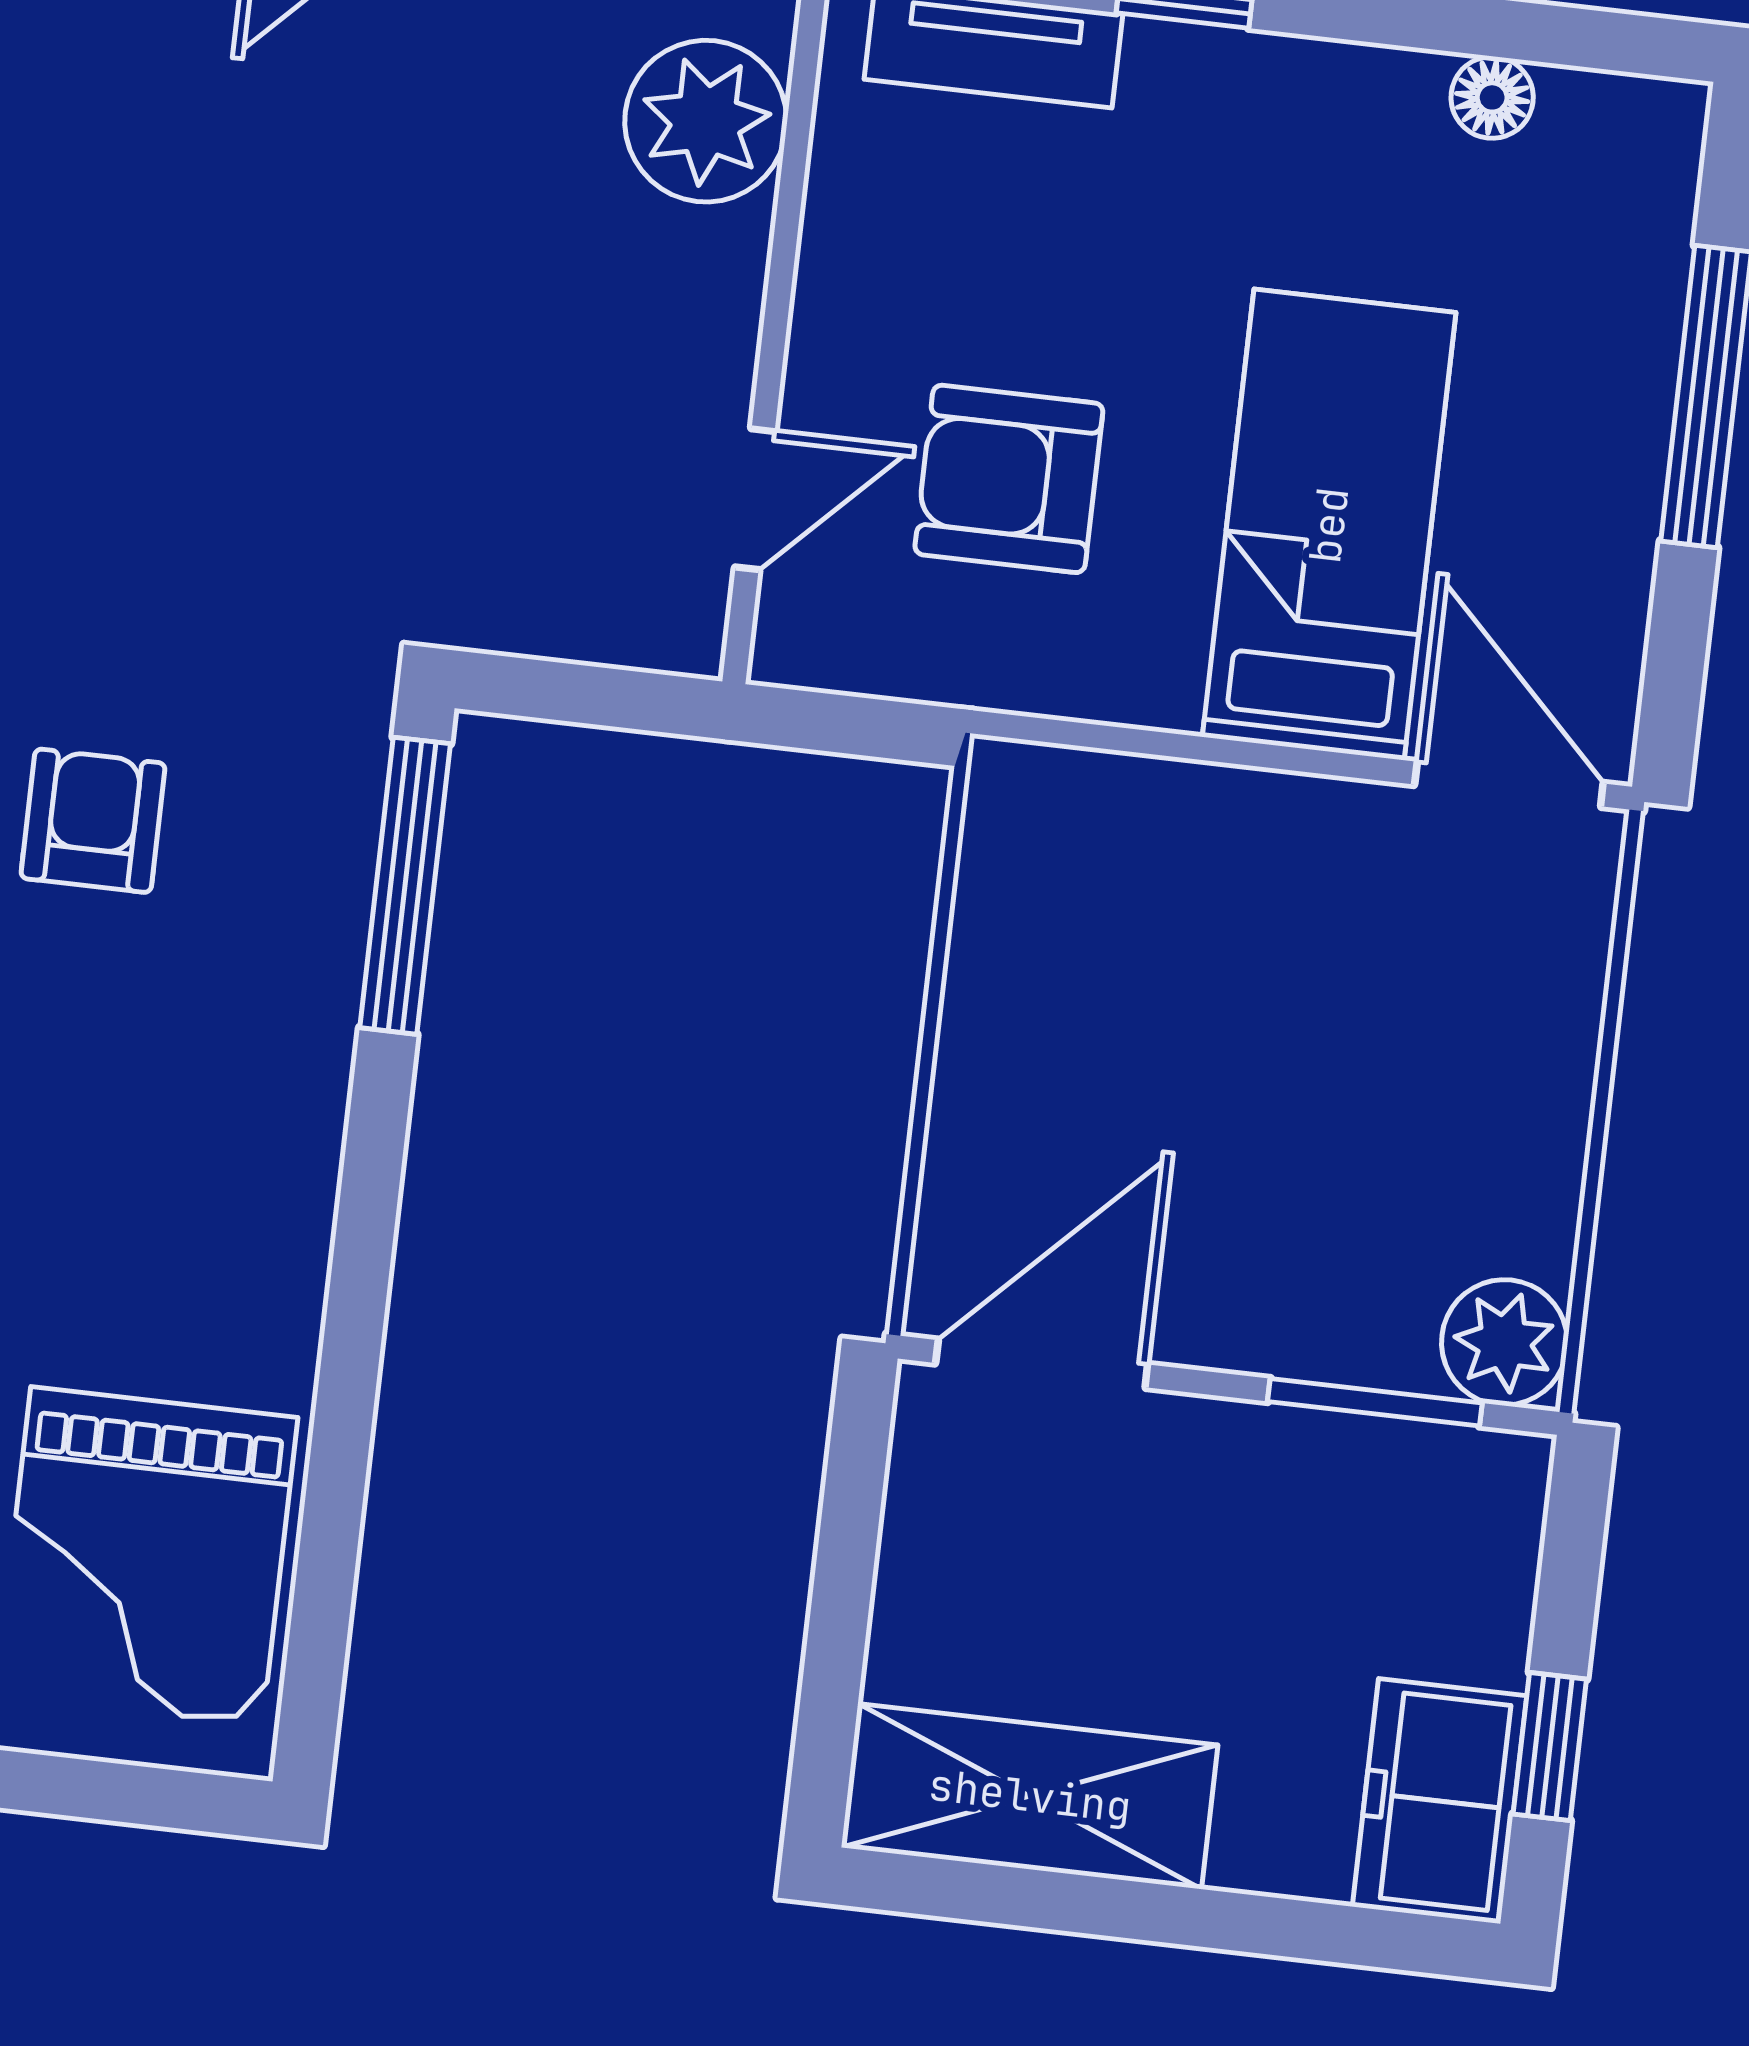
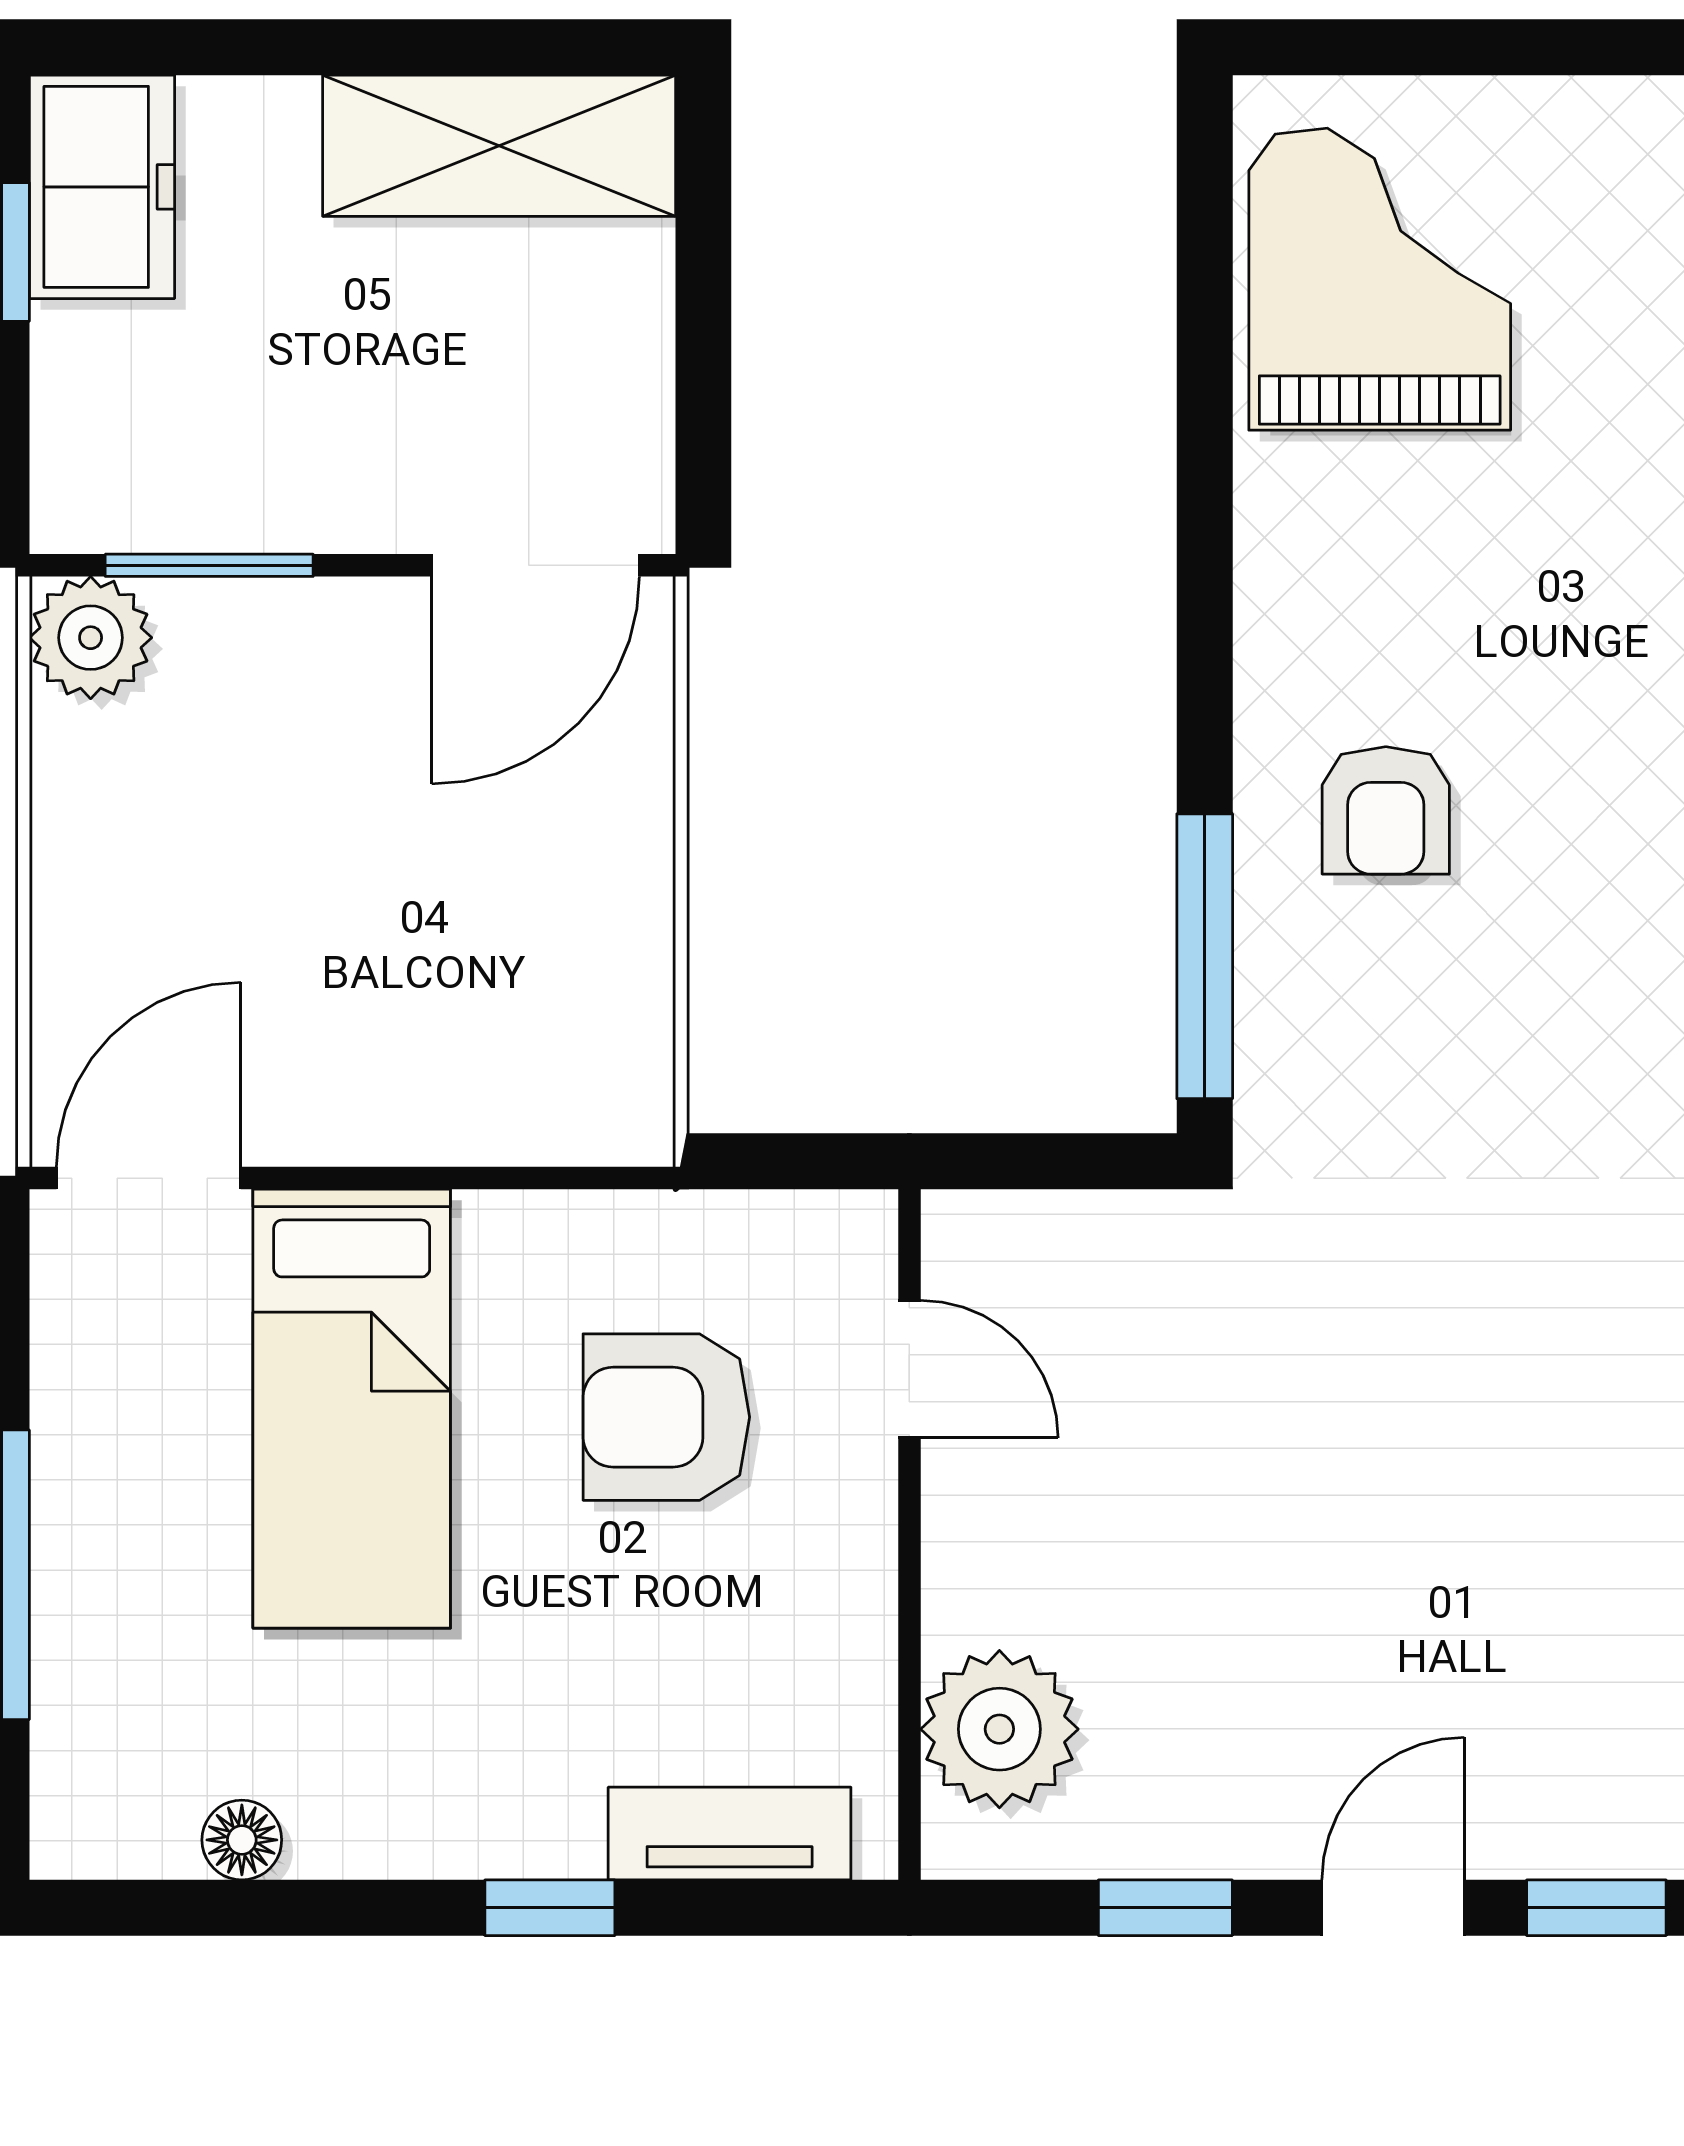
armchair: (1009, 479) -> (666, 1417), turned 180
door: (755, 499) -> (909, 1369), swing flipped
door: (1509, 784) -> (149, 1178), swing flipped
armchair: (93, 821) -> (1386, 810), moved

